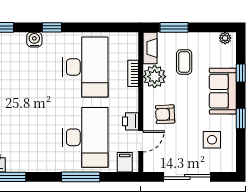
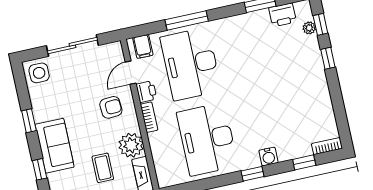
bookcase: (133, 73) -> (149, 117), moved
side table: (212, 140) -> (39, 73), moved

